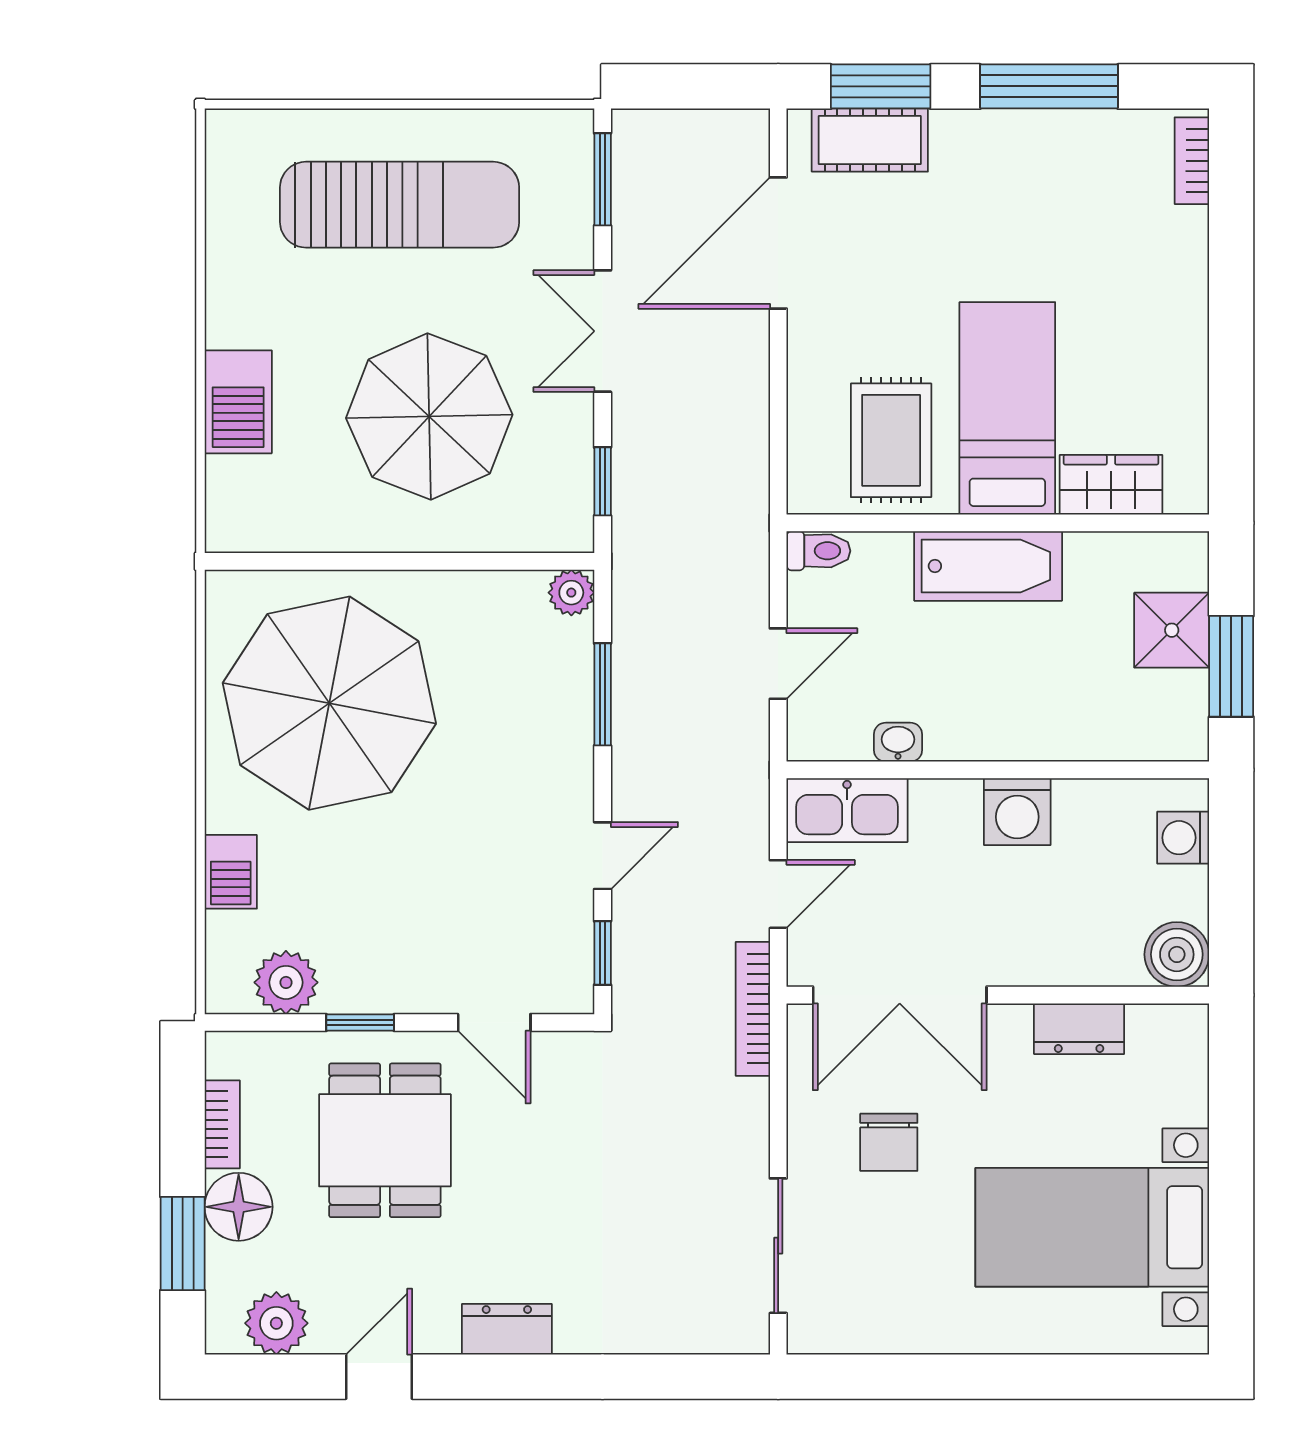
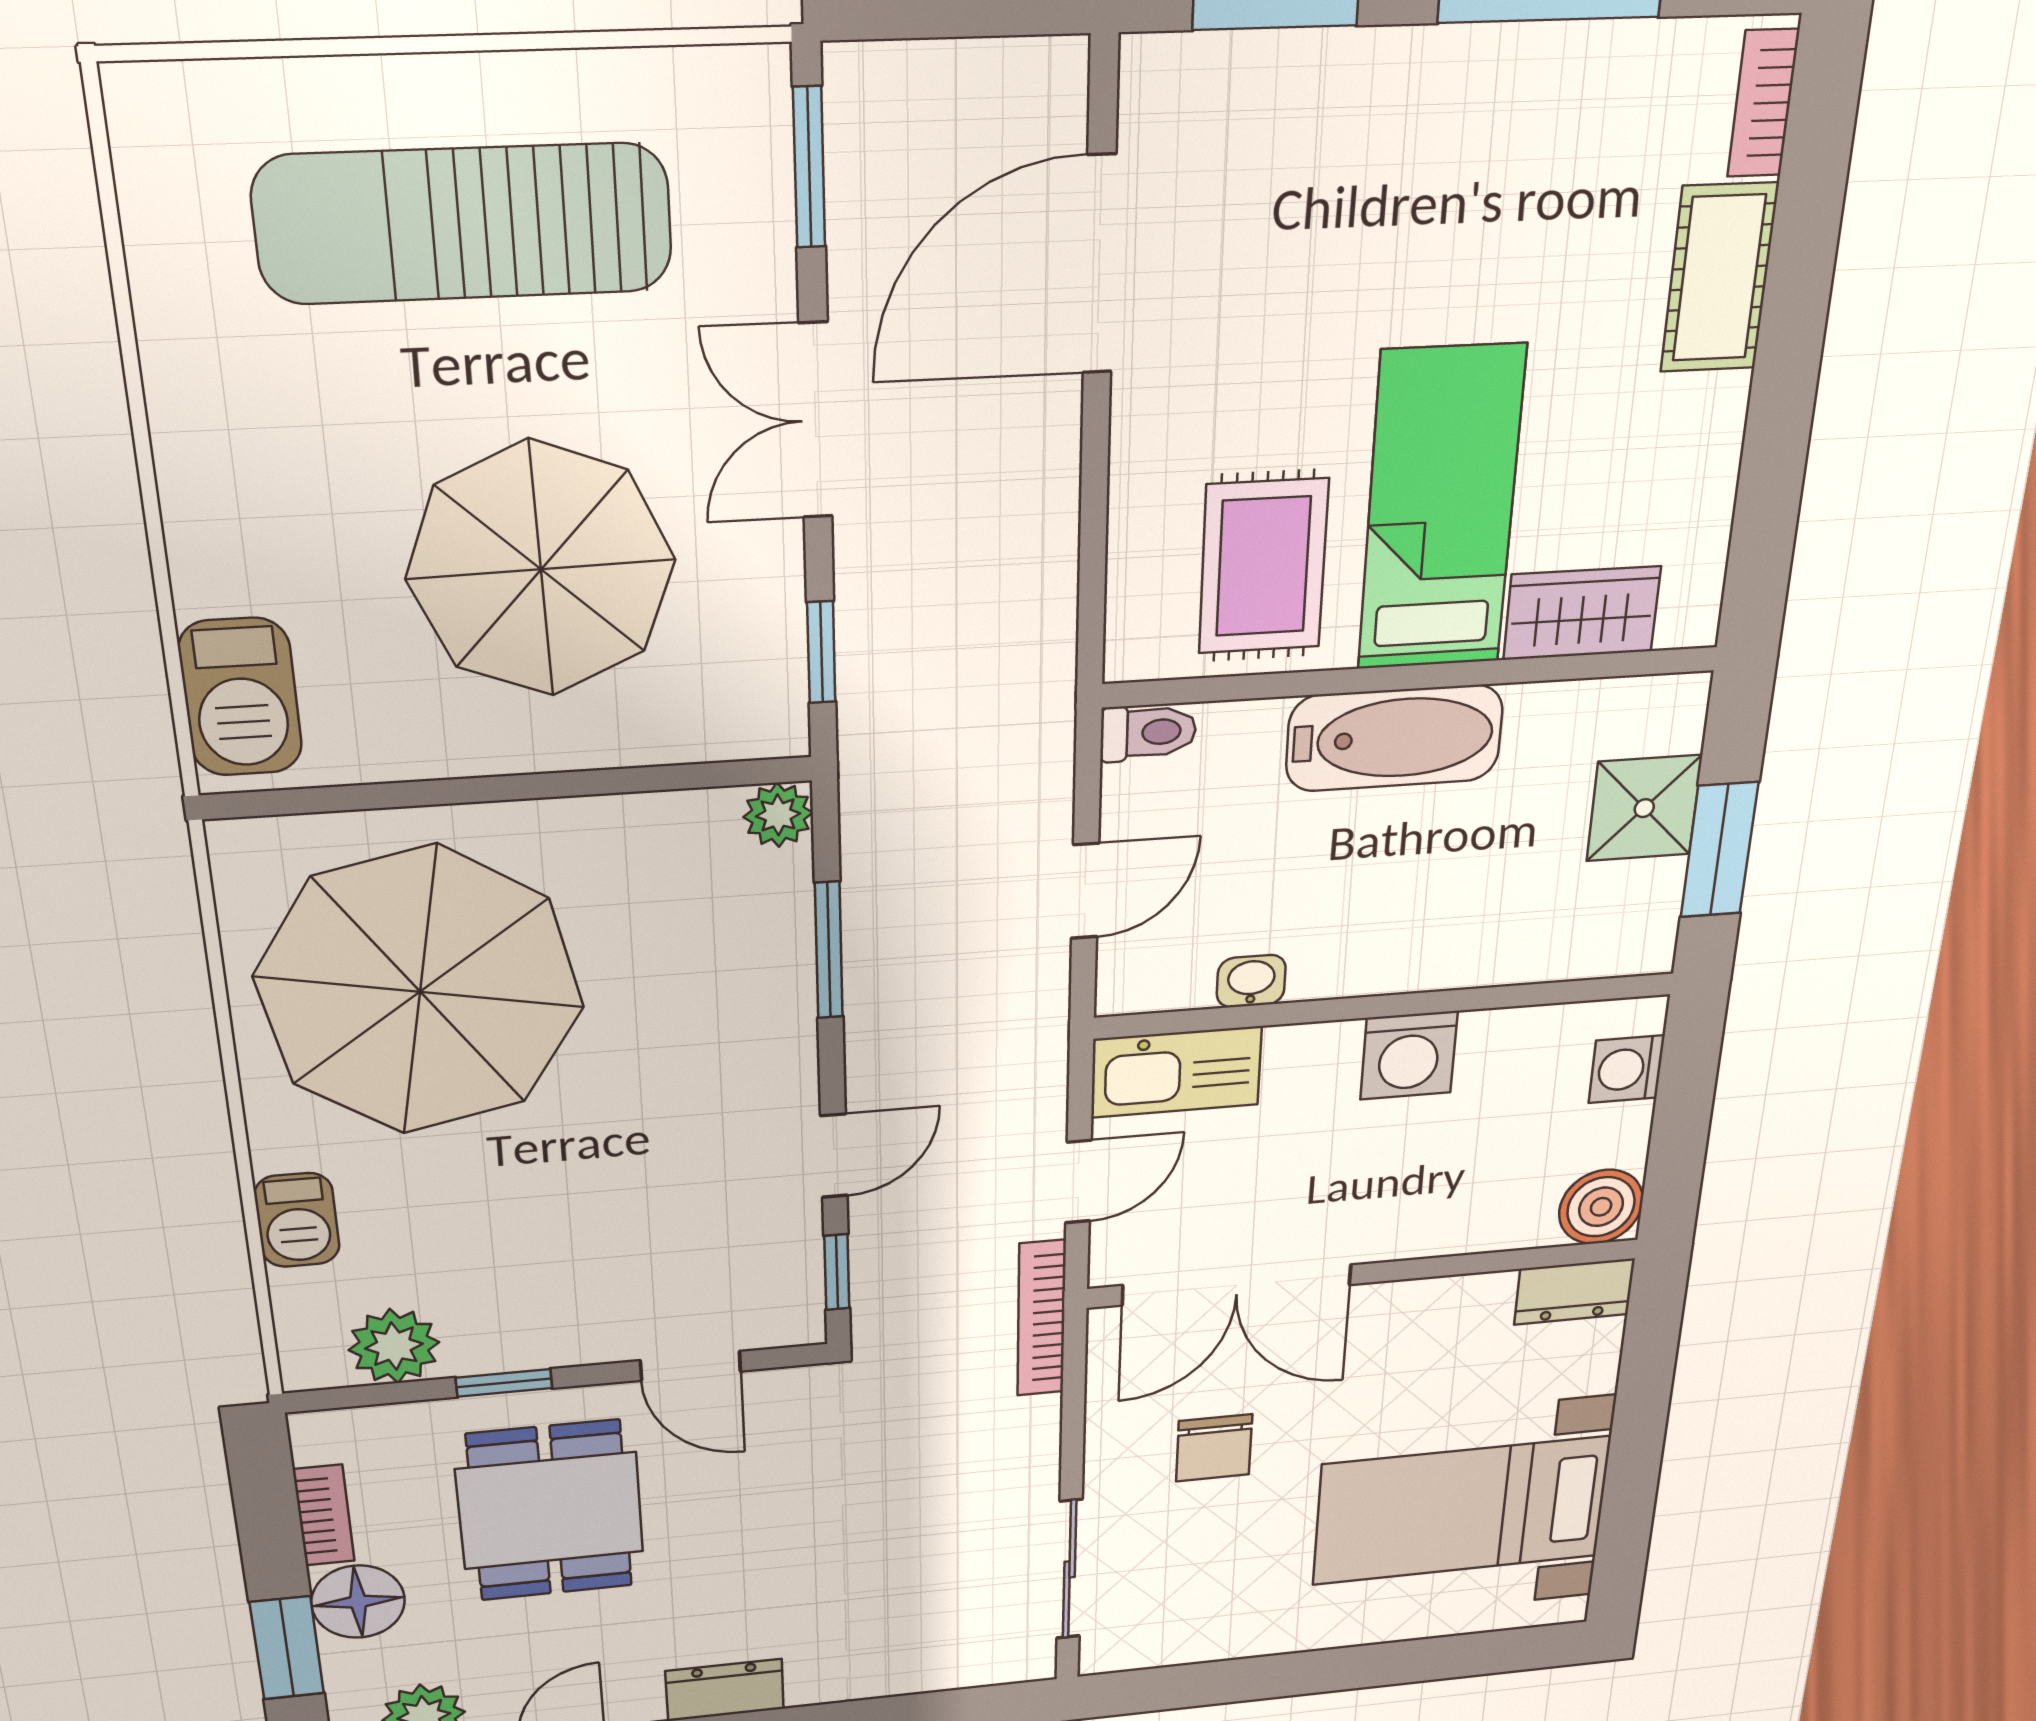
cot: (870, 140) -> (1719, 278), moved, turned 90
sun lounger: (400, 205) -> (464, 224), turned 180
barbecue: (238, 402) -> (240, 697), moved
dresser: (1079, 1029) -> (1574, 1292), moved

